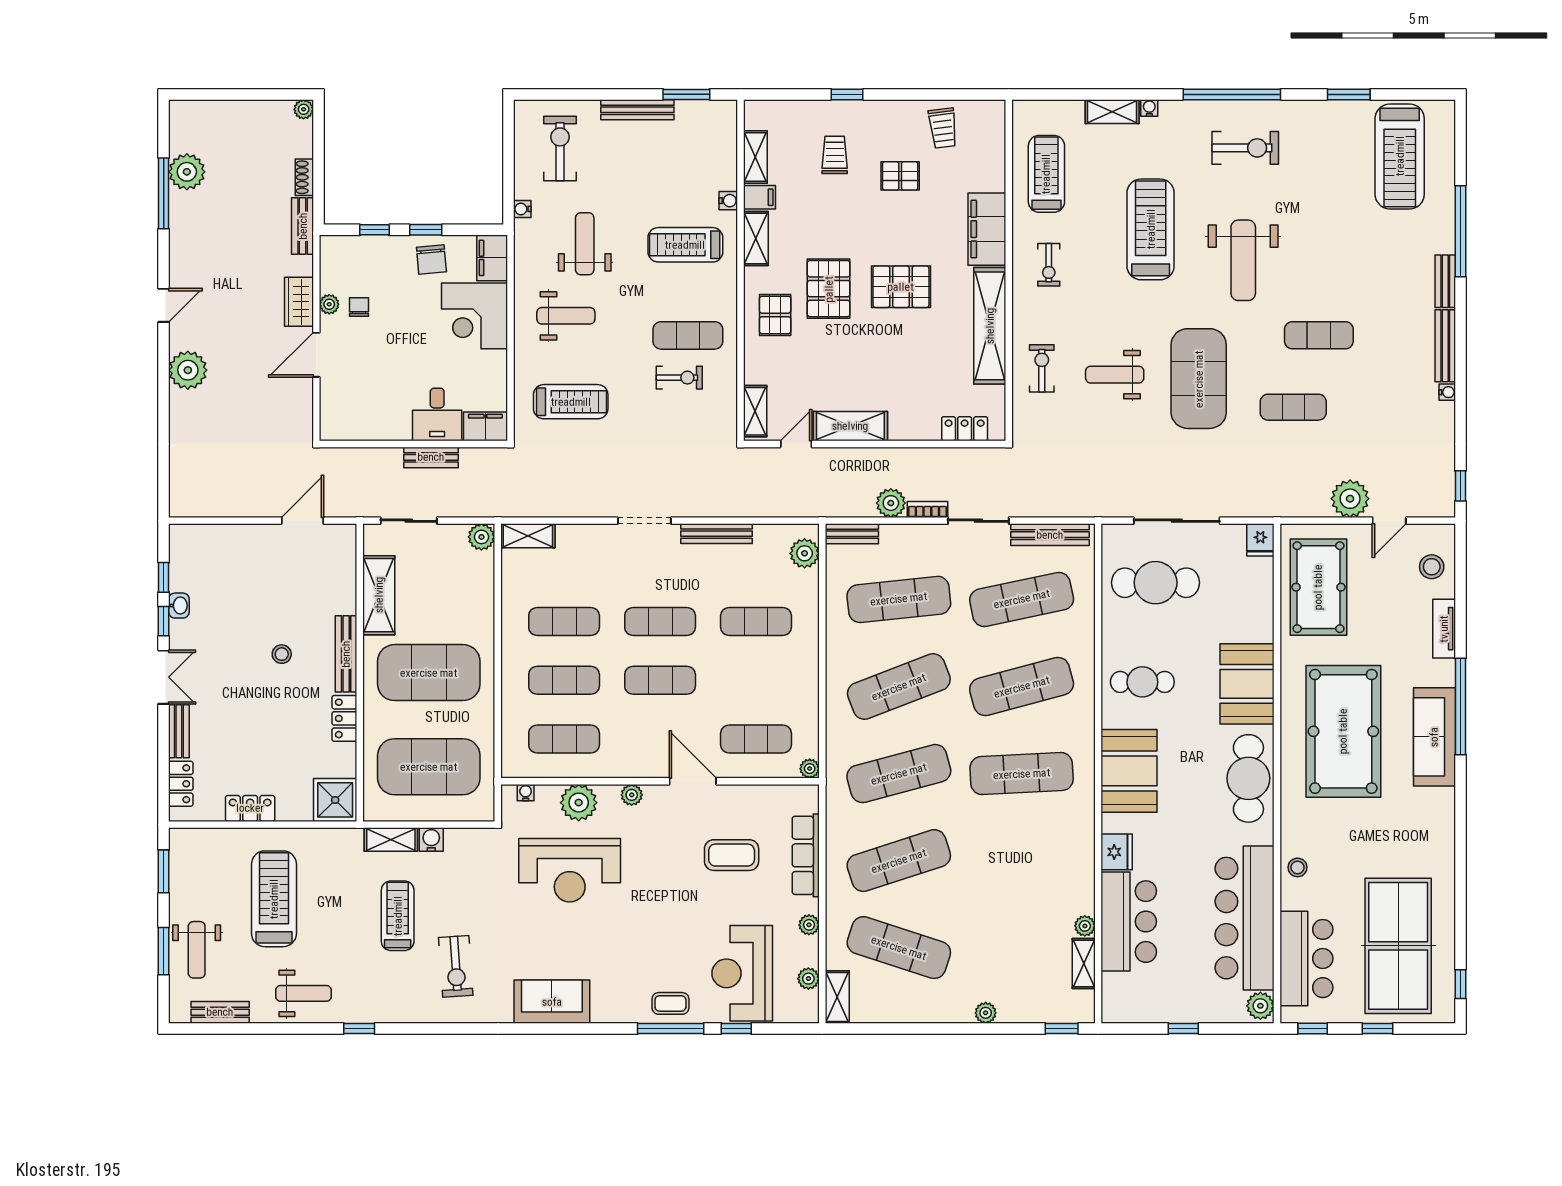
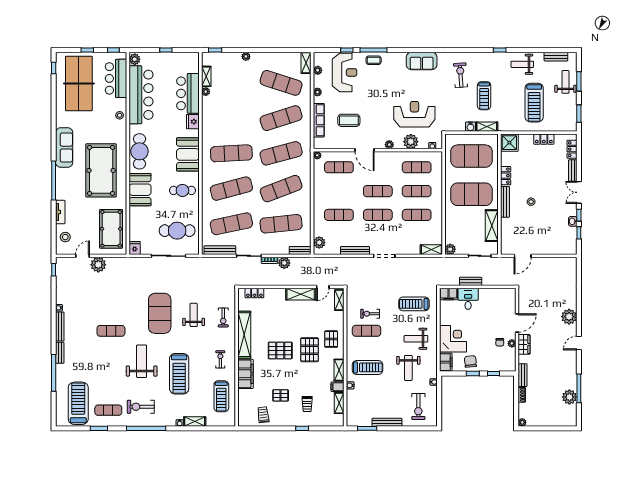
weight bench: (1115, 375) -> (194, 315), turned -90
exercise mat: (1293, 407) -> (108, 410), moved
sofa: (1434, 737) -> (64, 148), moved

